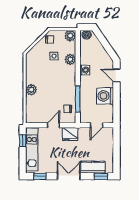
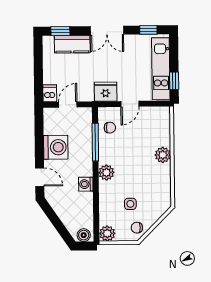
plant: (70, 59) -> (106, 173), moved
dishwasher: (109, 133) -> (50, 93), added

